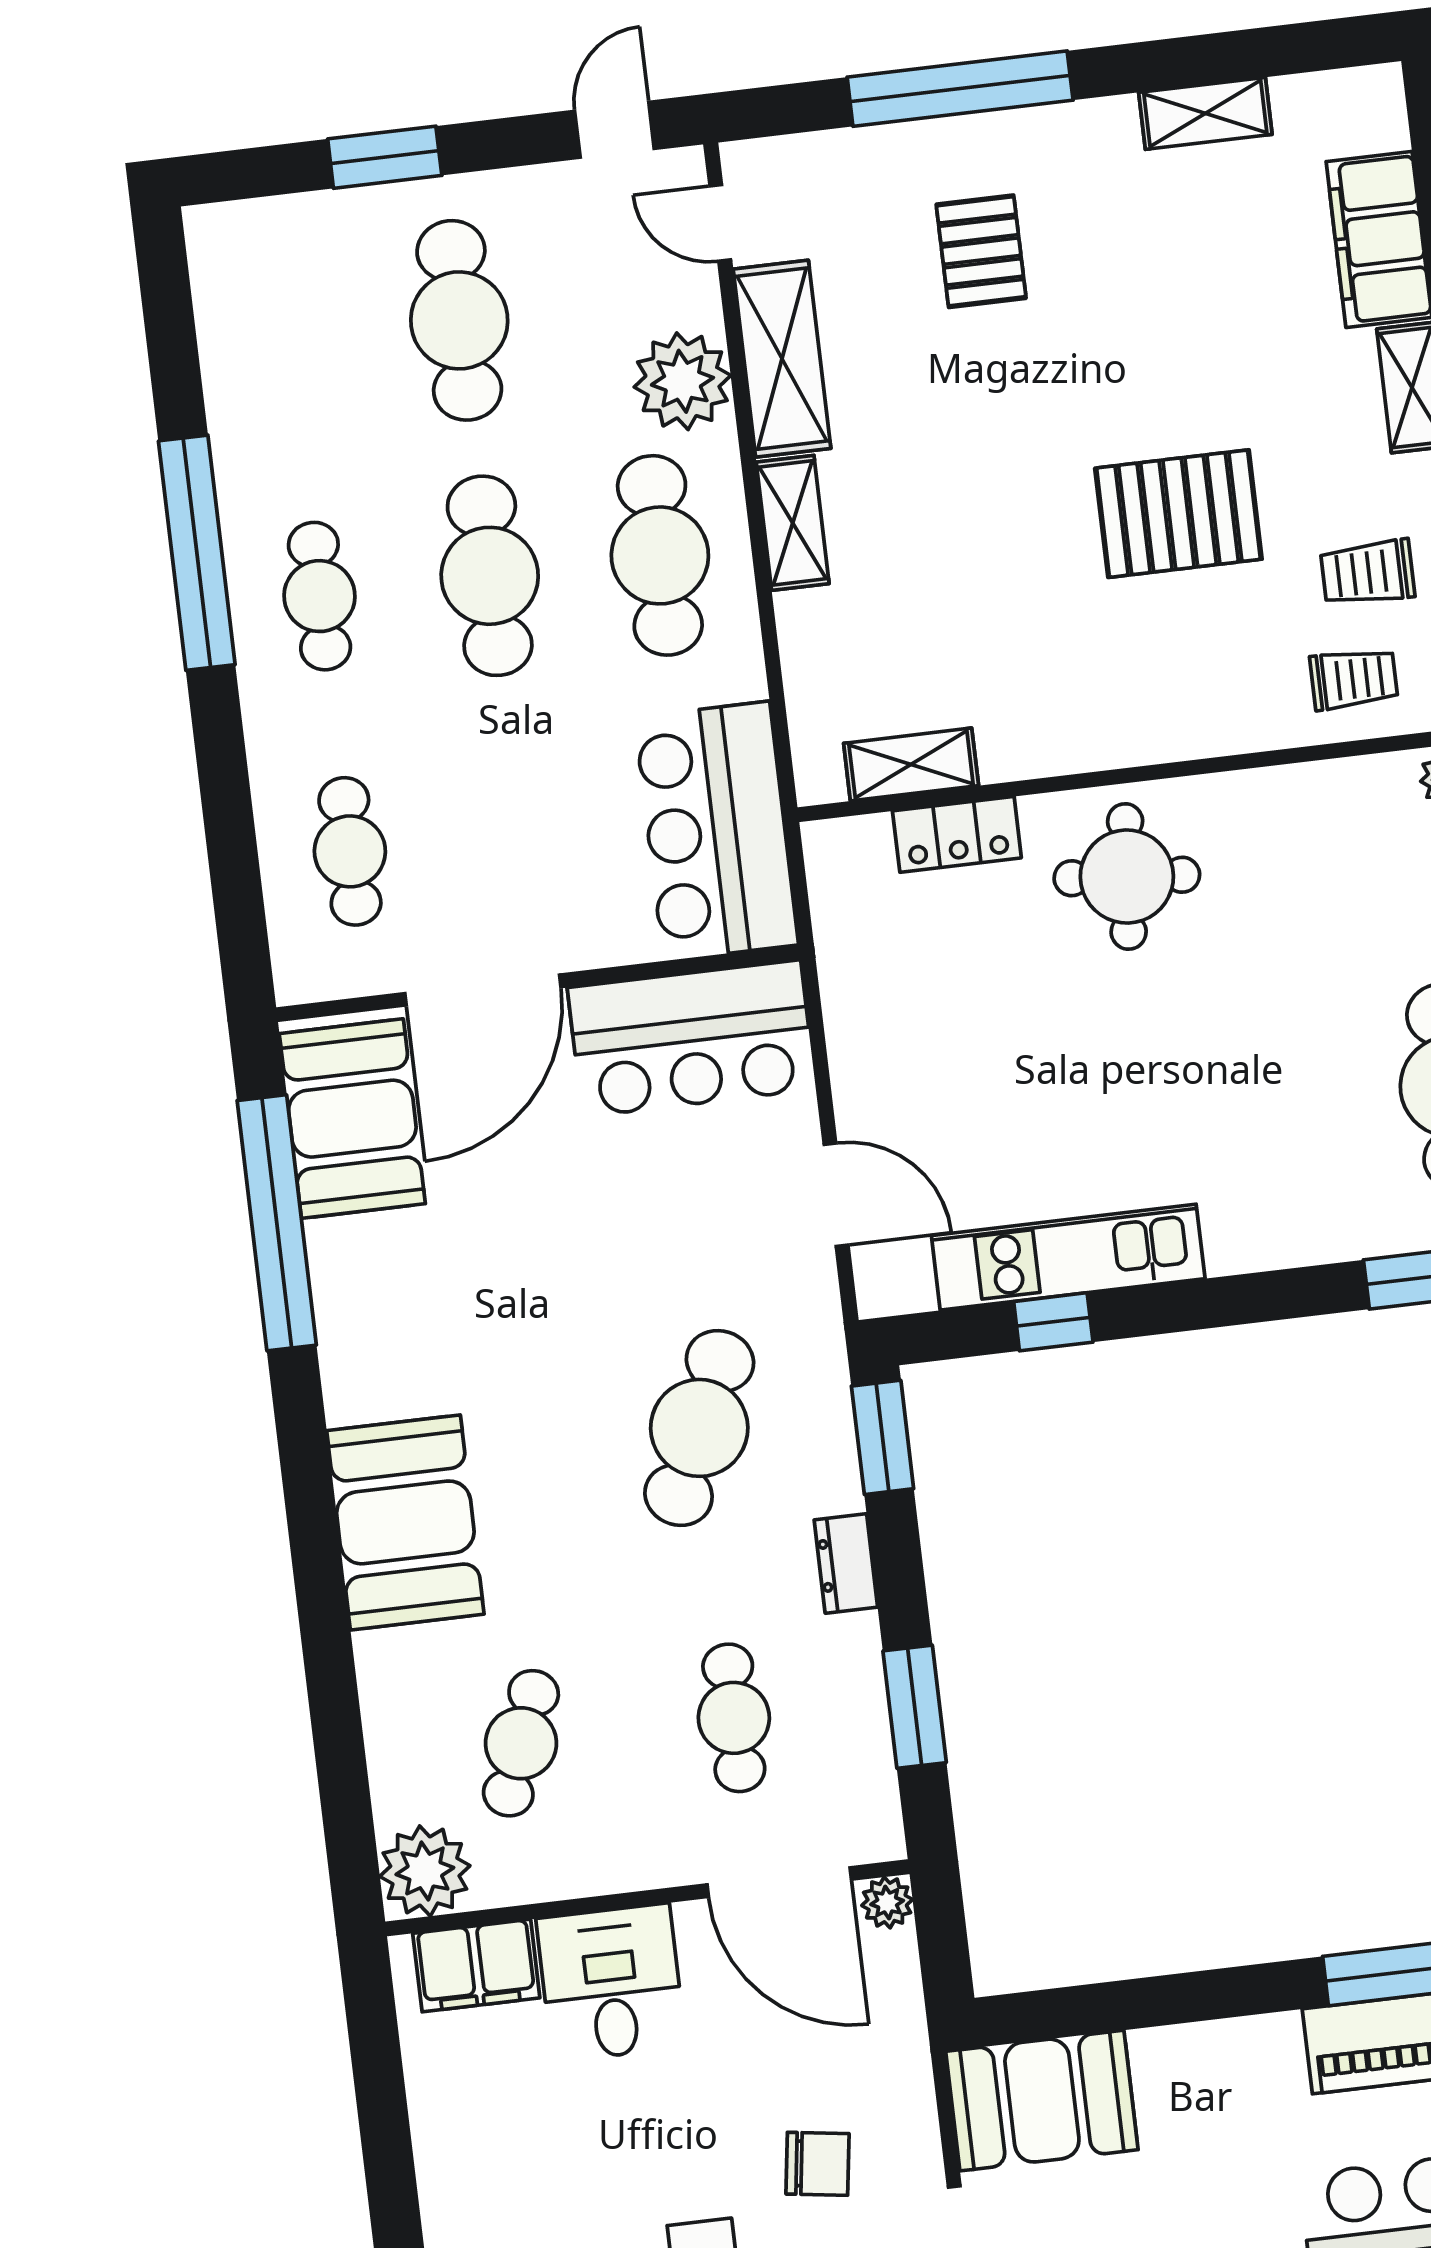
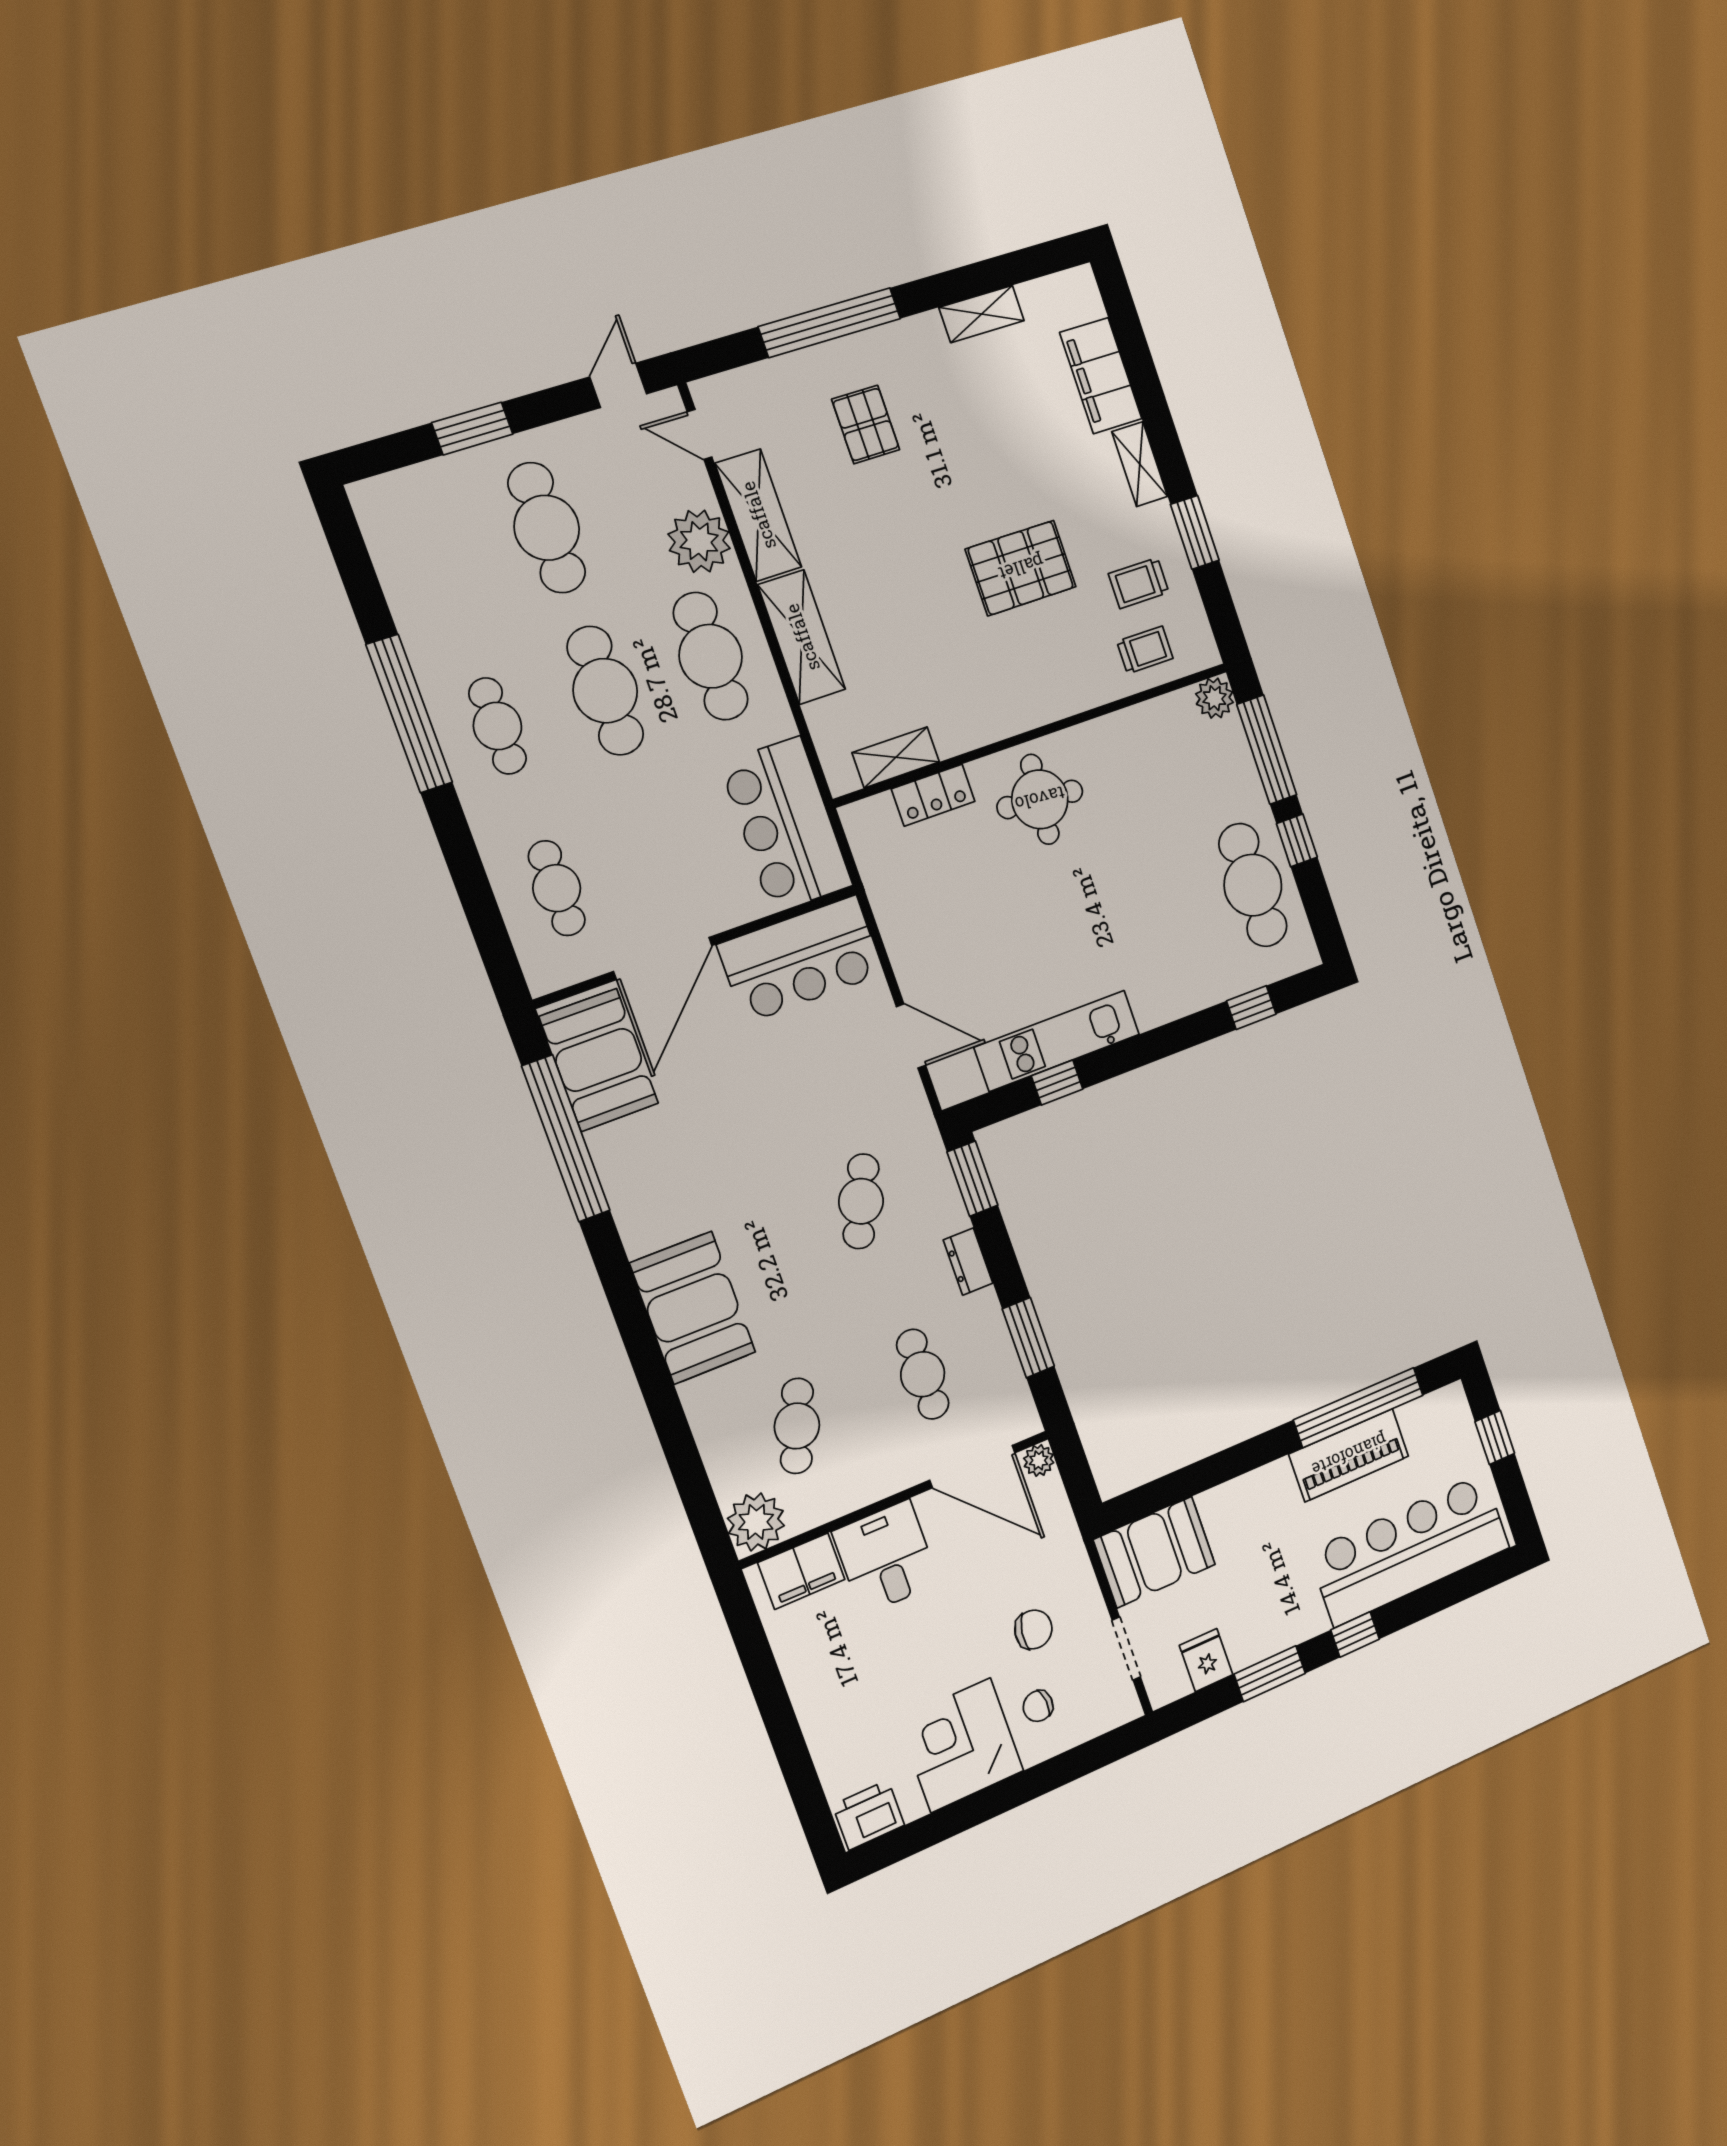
shelving: (793, 523) -> (802, 637), width x1.50, depth x1.33
cafe table: (699, 1428) -> (861, 1201), width x0.73, depth x0.74

